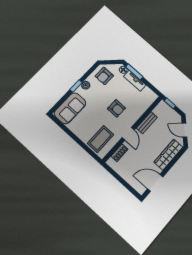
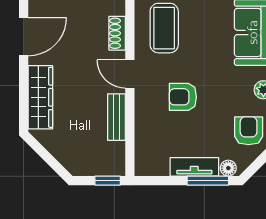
door: (184, 130) -> (48, 158), removed

